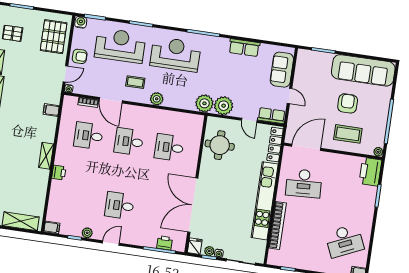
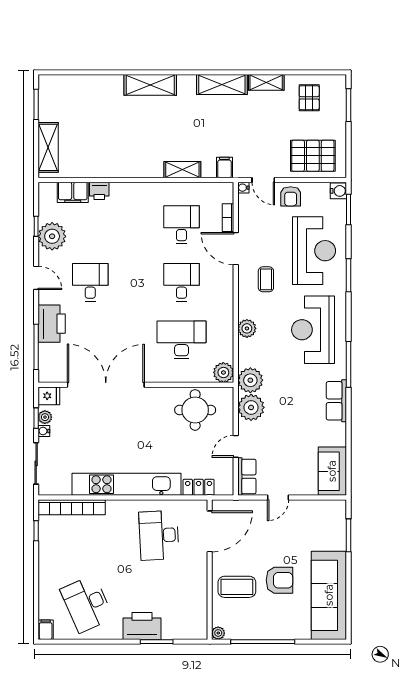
row of seats: (244, 48) -> (336, 401), moved
reception desk: (175, 54) -> (313, 330), turned 180
sofa: (282, 70) -> (332, 471), moved, turned -90
plant: (157, 99) -> (247, 328), moved
door: (111, 100) -> (236, 249), hinge flipped
filing cabinet: (51, 110) -> (224, 167), moved
plant: (196, 121) -> (223, 372), added
coffee table: (348, 134) -> (237, 587), turned 90
locker: (275, 145) -> (199, 487), width x0.66
desk: (169, 147) -> (182, 340), width x1.37
door: (306, 147) -> (210, 531), hinge flipped
shelving: (46, 156) -> (182, 170), moved
printer: (370, 172) -> (142, 626), moved
printer: (59, 173) -> (99, 191), moved
bookcase: (278, 225) -> (72, 507), moved
filing cabinet: (52, 227) -> (73, 192), moved, width x2.00
plant: (87, 233) -> (52, 236), width x1.87, depth x1.87
printer: (165, 243) -> (52, 324), moved, width x1.87, depth x1.48

